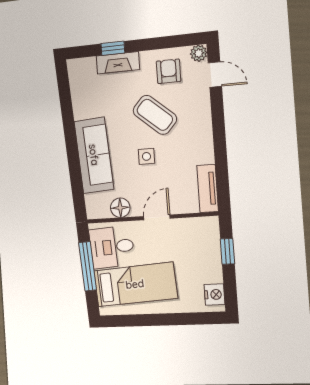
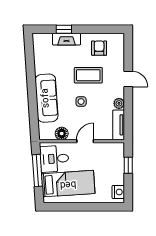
plant: (199, 53) -> (119, 103), moved
door: (215, 75) -> (128, 79), moved
coffee table: (155, 115) -> (88, 75), turned -41

